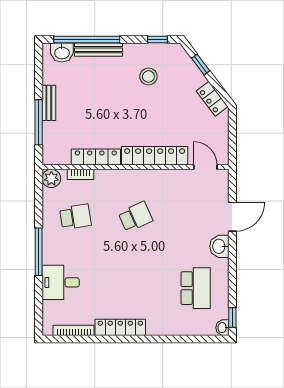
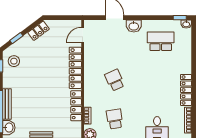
stool: (148, 76) -> (14, 61), moved

